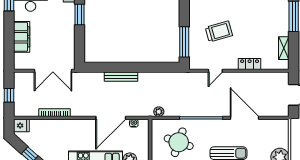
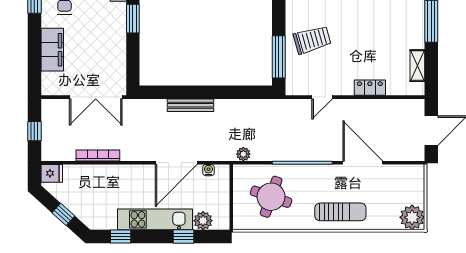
trolley: (219, 32) -> (312, 40), moved

